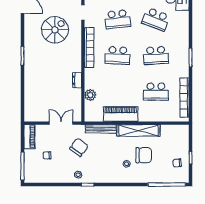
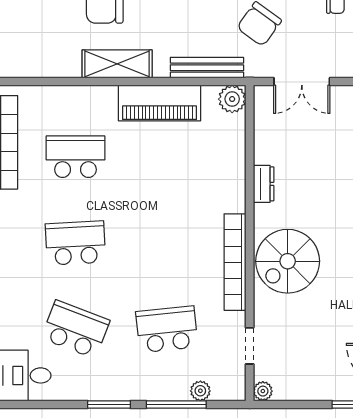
spiral stairs: (55, 30) -> (288, 261), moved
school desk: (118, 55) -> (167, 243), removed
plant: (90, 95) -> (232, 99), moved
shelving: (138, 130) -> (117, 64), width x0.68

